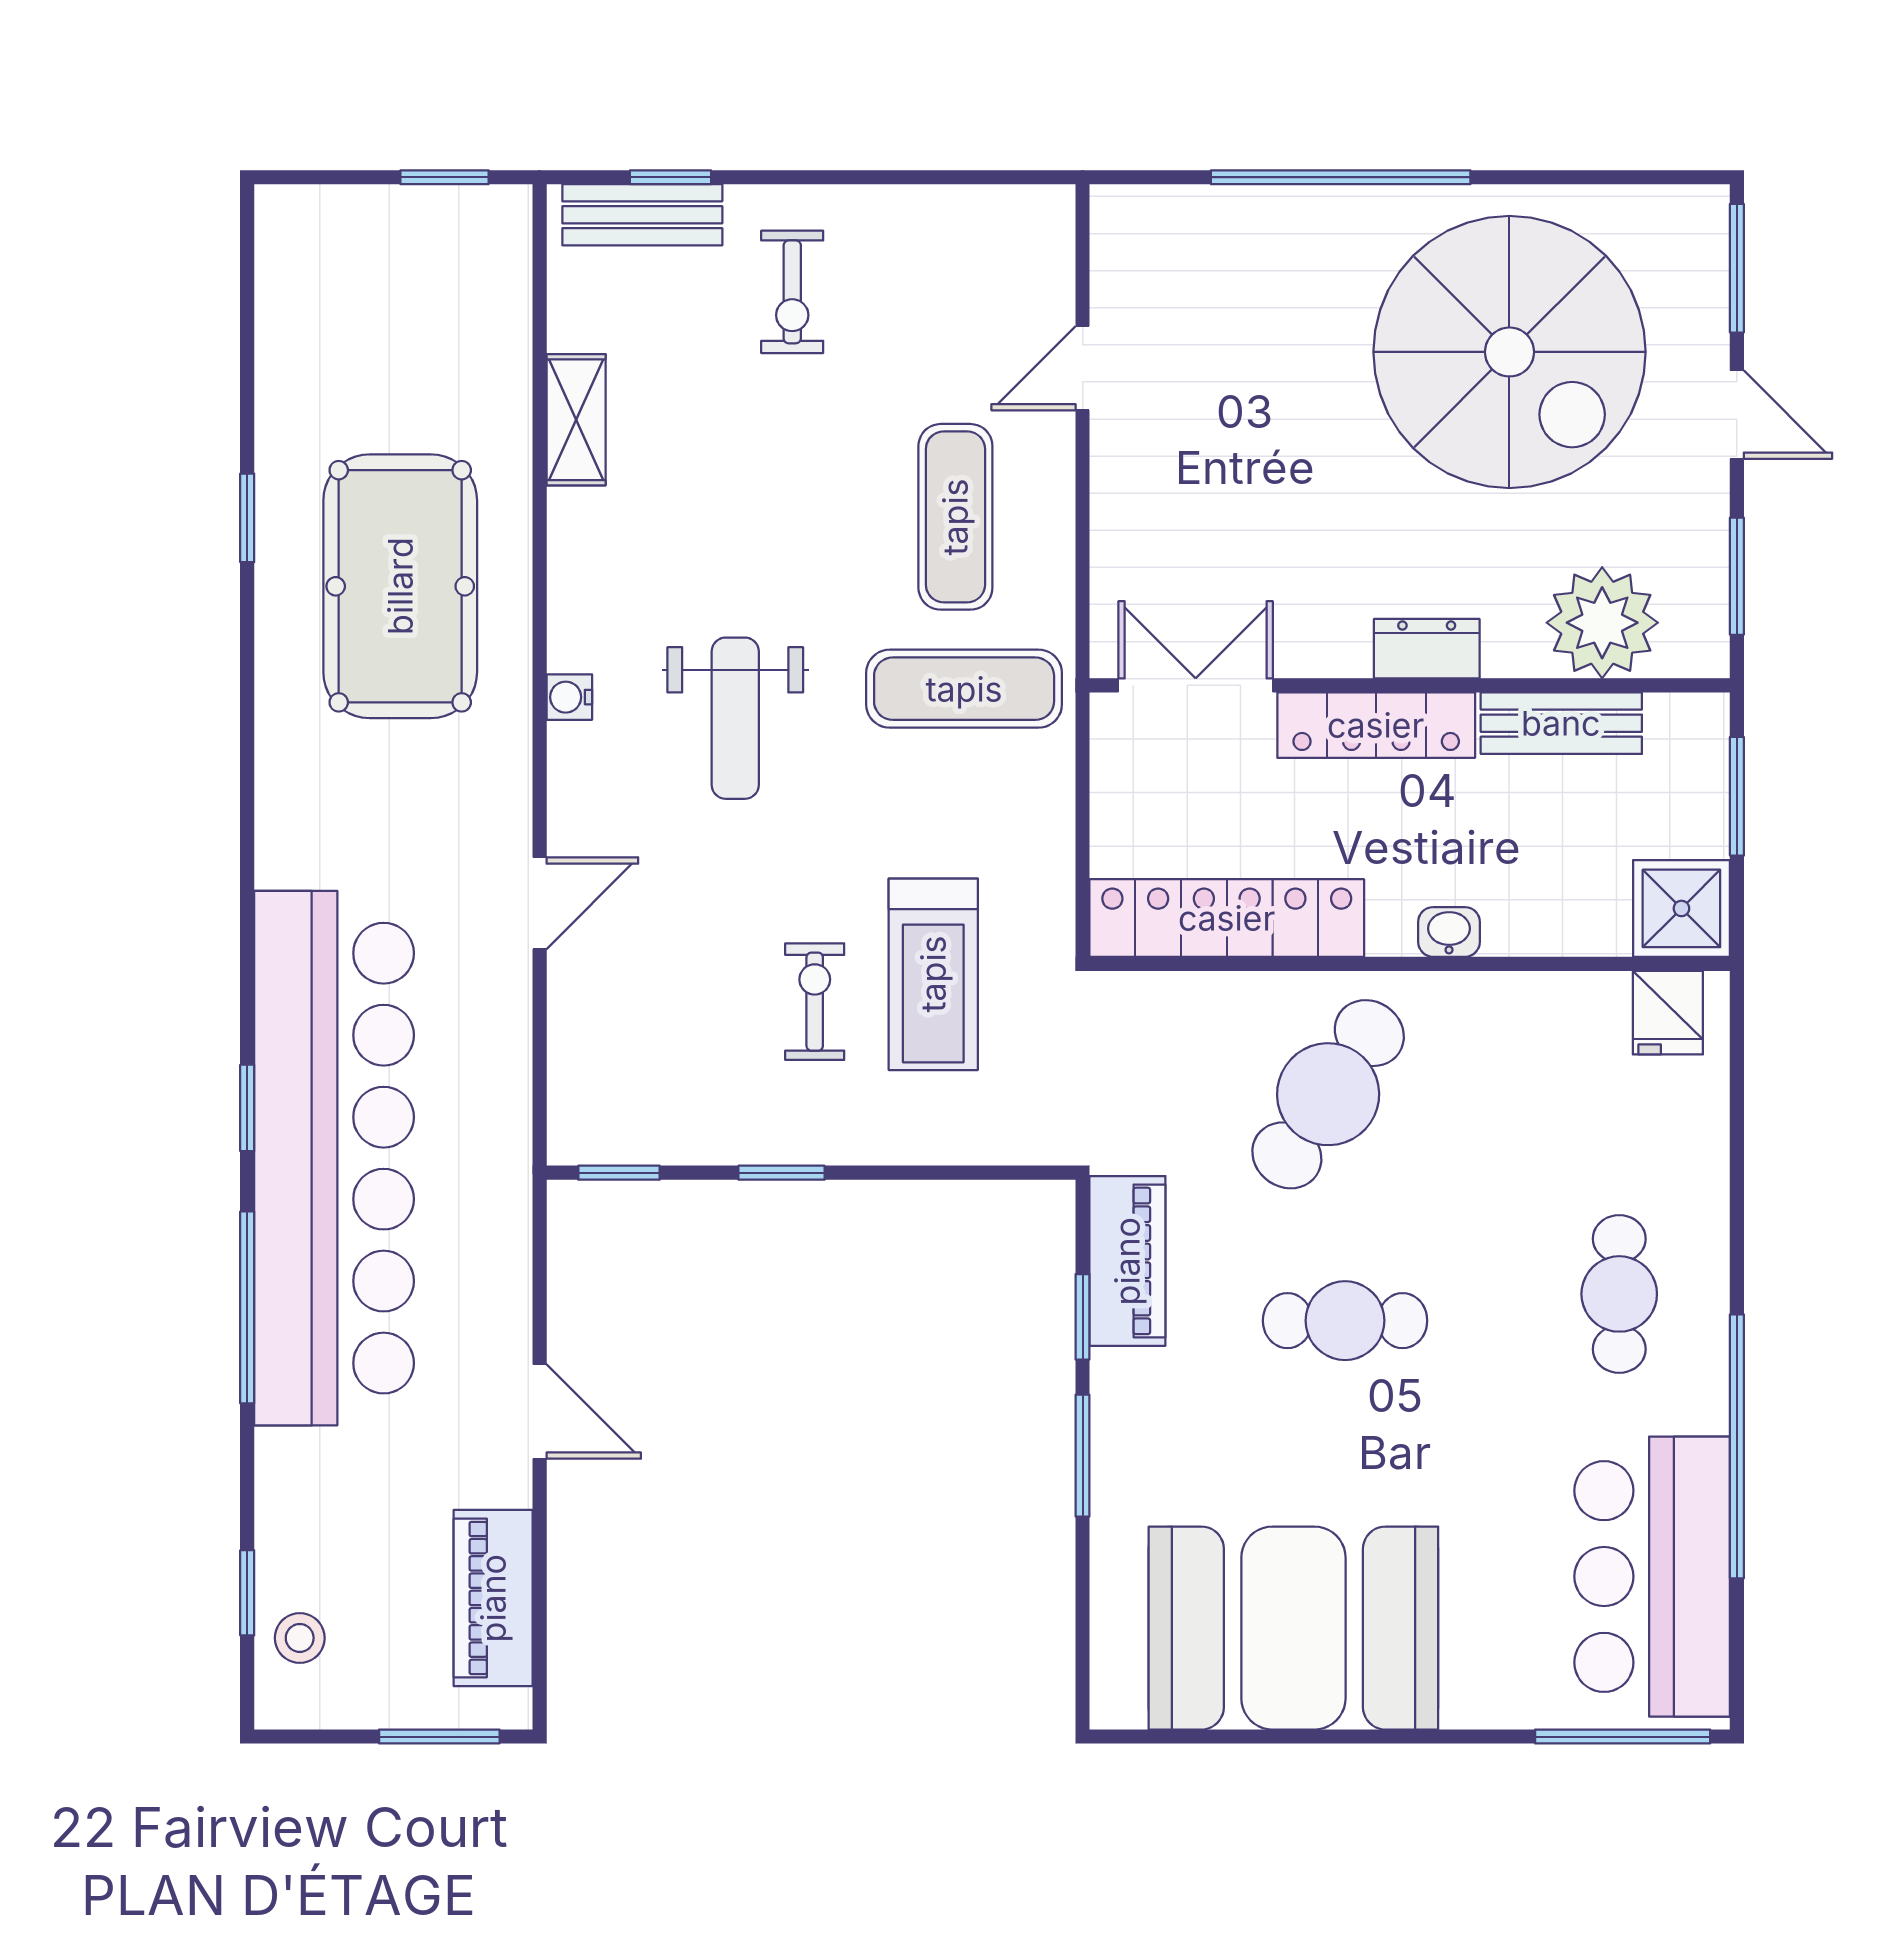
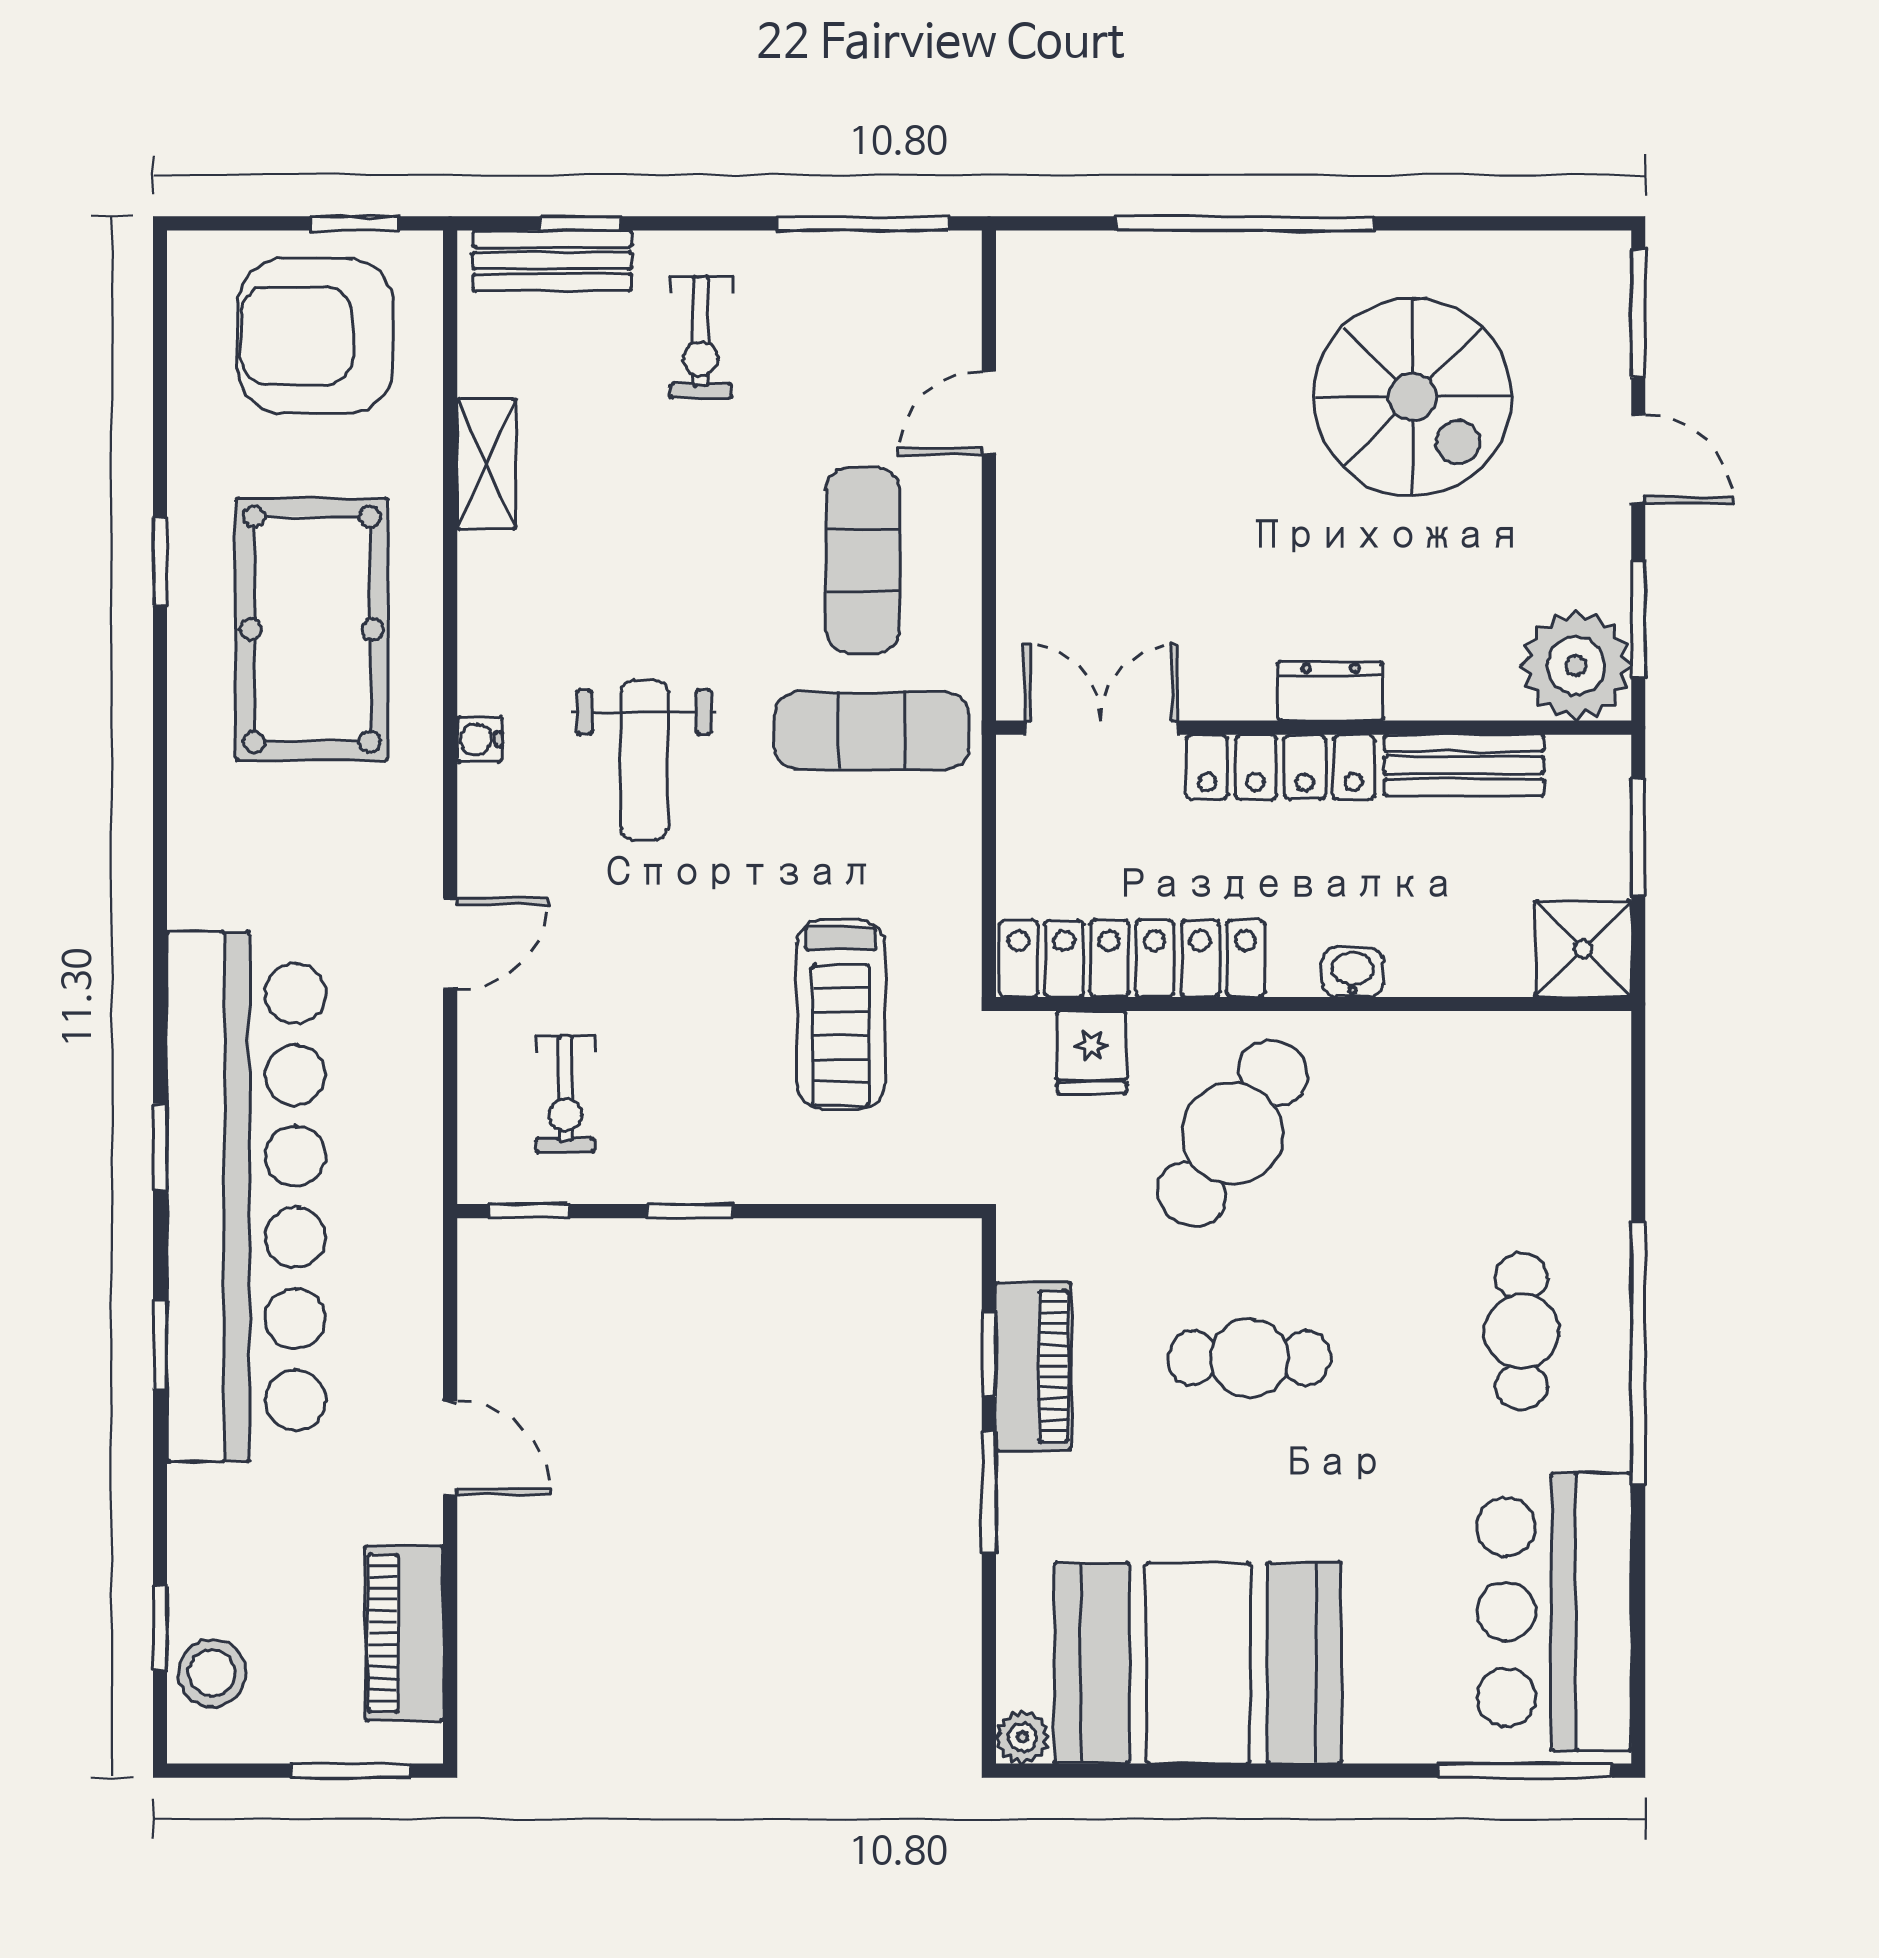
window: (956, 177) -> (864, 223), added
armchair: (404, 290) -> (315, 336), added
spiral stairs: (1509, 352) -> (1413, 397), width x0.73, depth x0.73
plant: (1602, 623) -> (1576, 665), moved
exercise bike: (815, 1002) -> (565, 1094), moved, turned 180
fridge: (1668, 1013) -> (1092, 1052), moved
piano: (1127, 1261) -> (1033, 1366), moved
window: (247, 1307) -> (160, 1345), width x0.46
window: (1737, 1446) -> (1638, 1354), moved
stool: (300, 1638) -> (212, 1673), width x1.37, depth x1.37
plant: (1116, 1703) -> (1022, 1737), added

